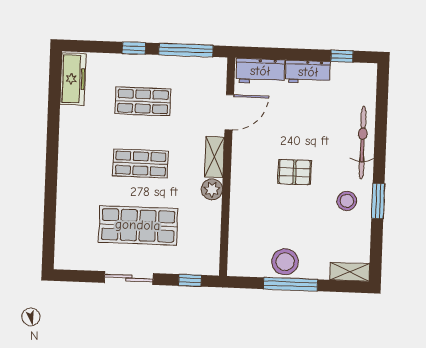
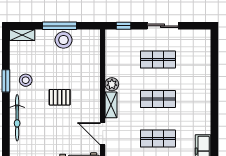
door: (229, 112) -> (103, 134), hinge flipped
shop shelf: (138, 225) -> (158, 59), width x0.70, depth x0.74

